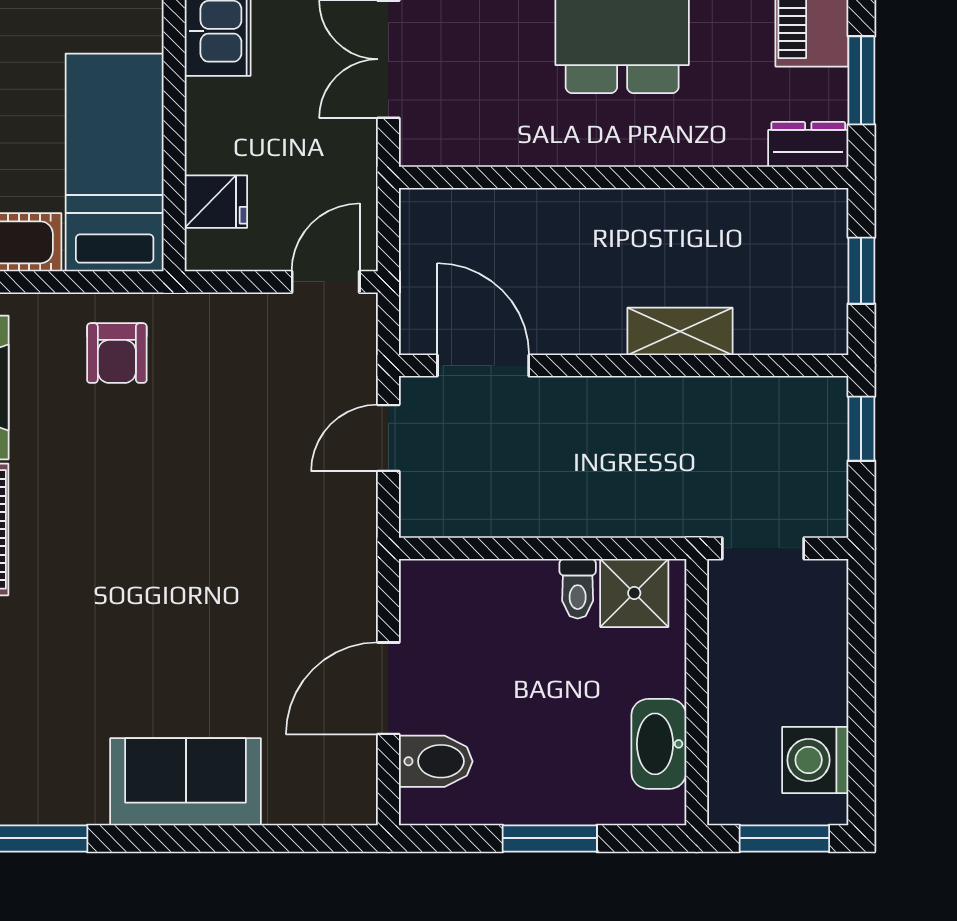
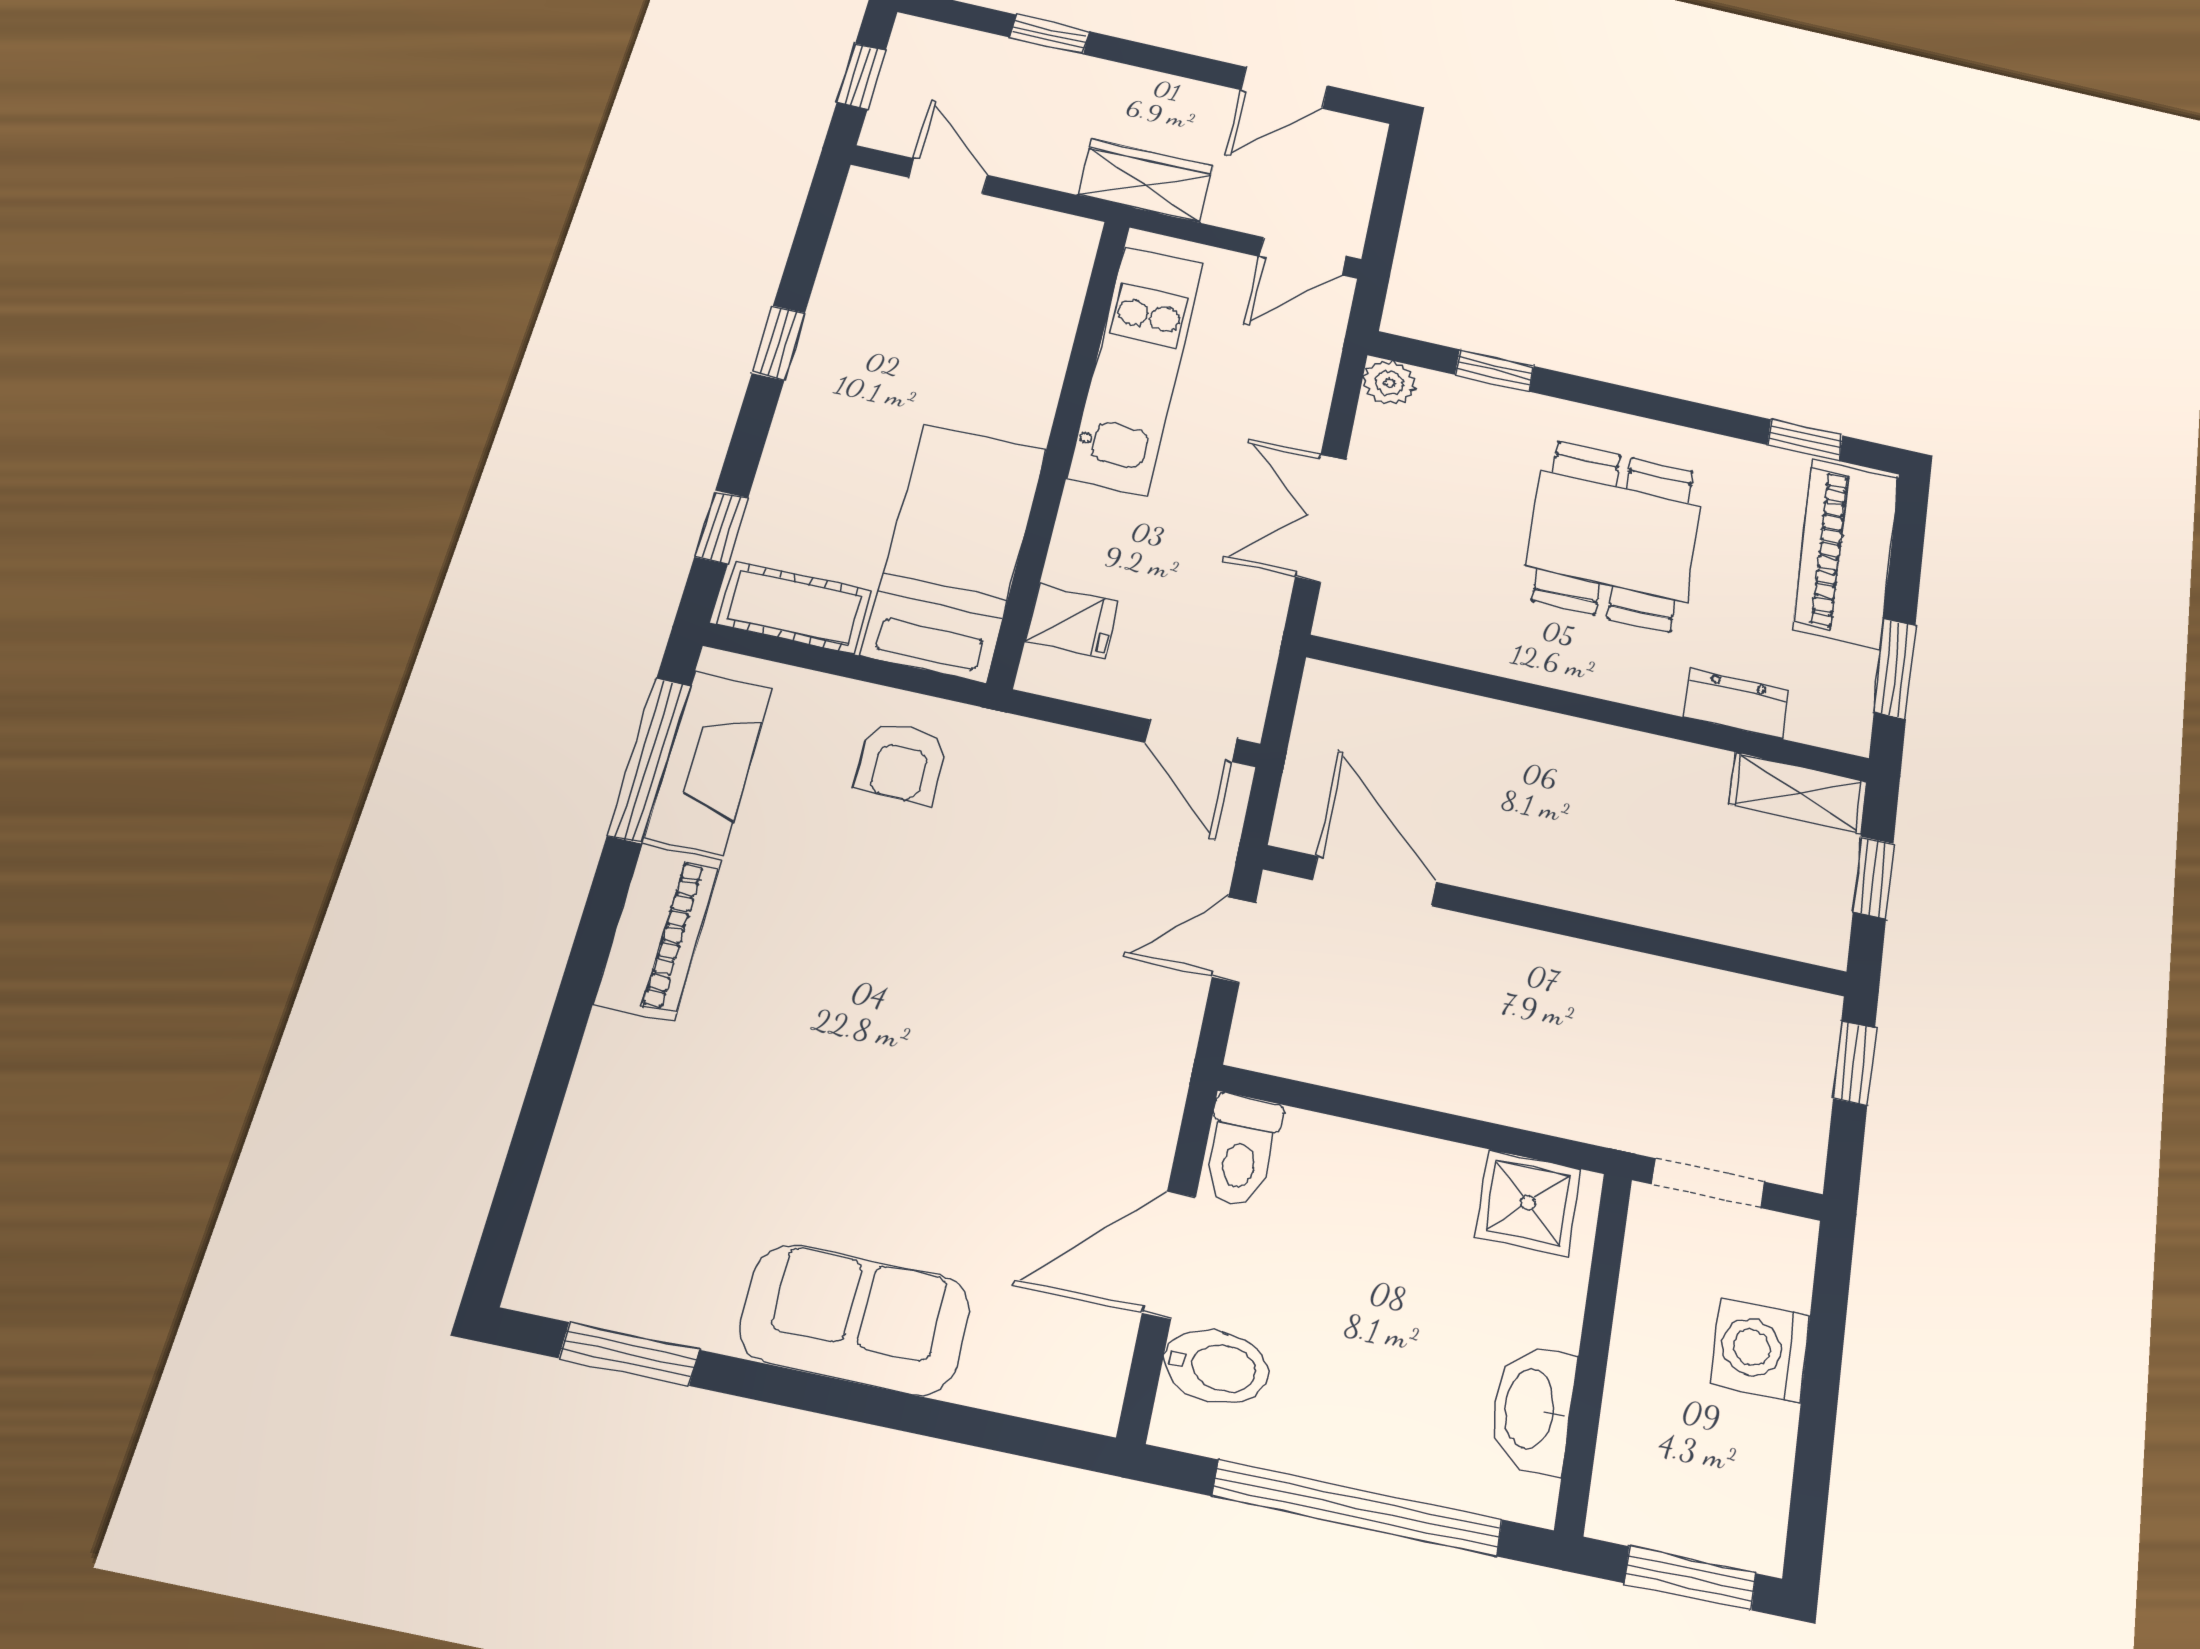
dresser: (808, 144) -> (1736, 704), moved
door: (326, 282) -> (1191, 741), swing flipped
shelving: (680, 331) -> (1798, 793), moved
toilet: (578, 589) -> (1241, 1151), moved, width x1.37, depth x1.39
washing machine: (815, 760) -> (1761, 1349), moved
window: (550, 838) -> (1357, 1508), width x2.11

